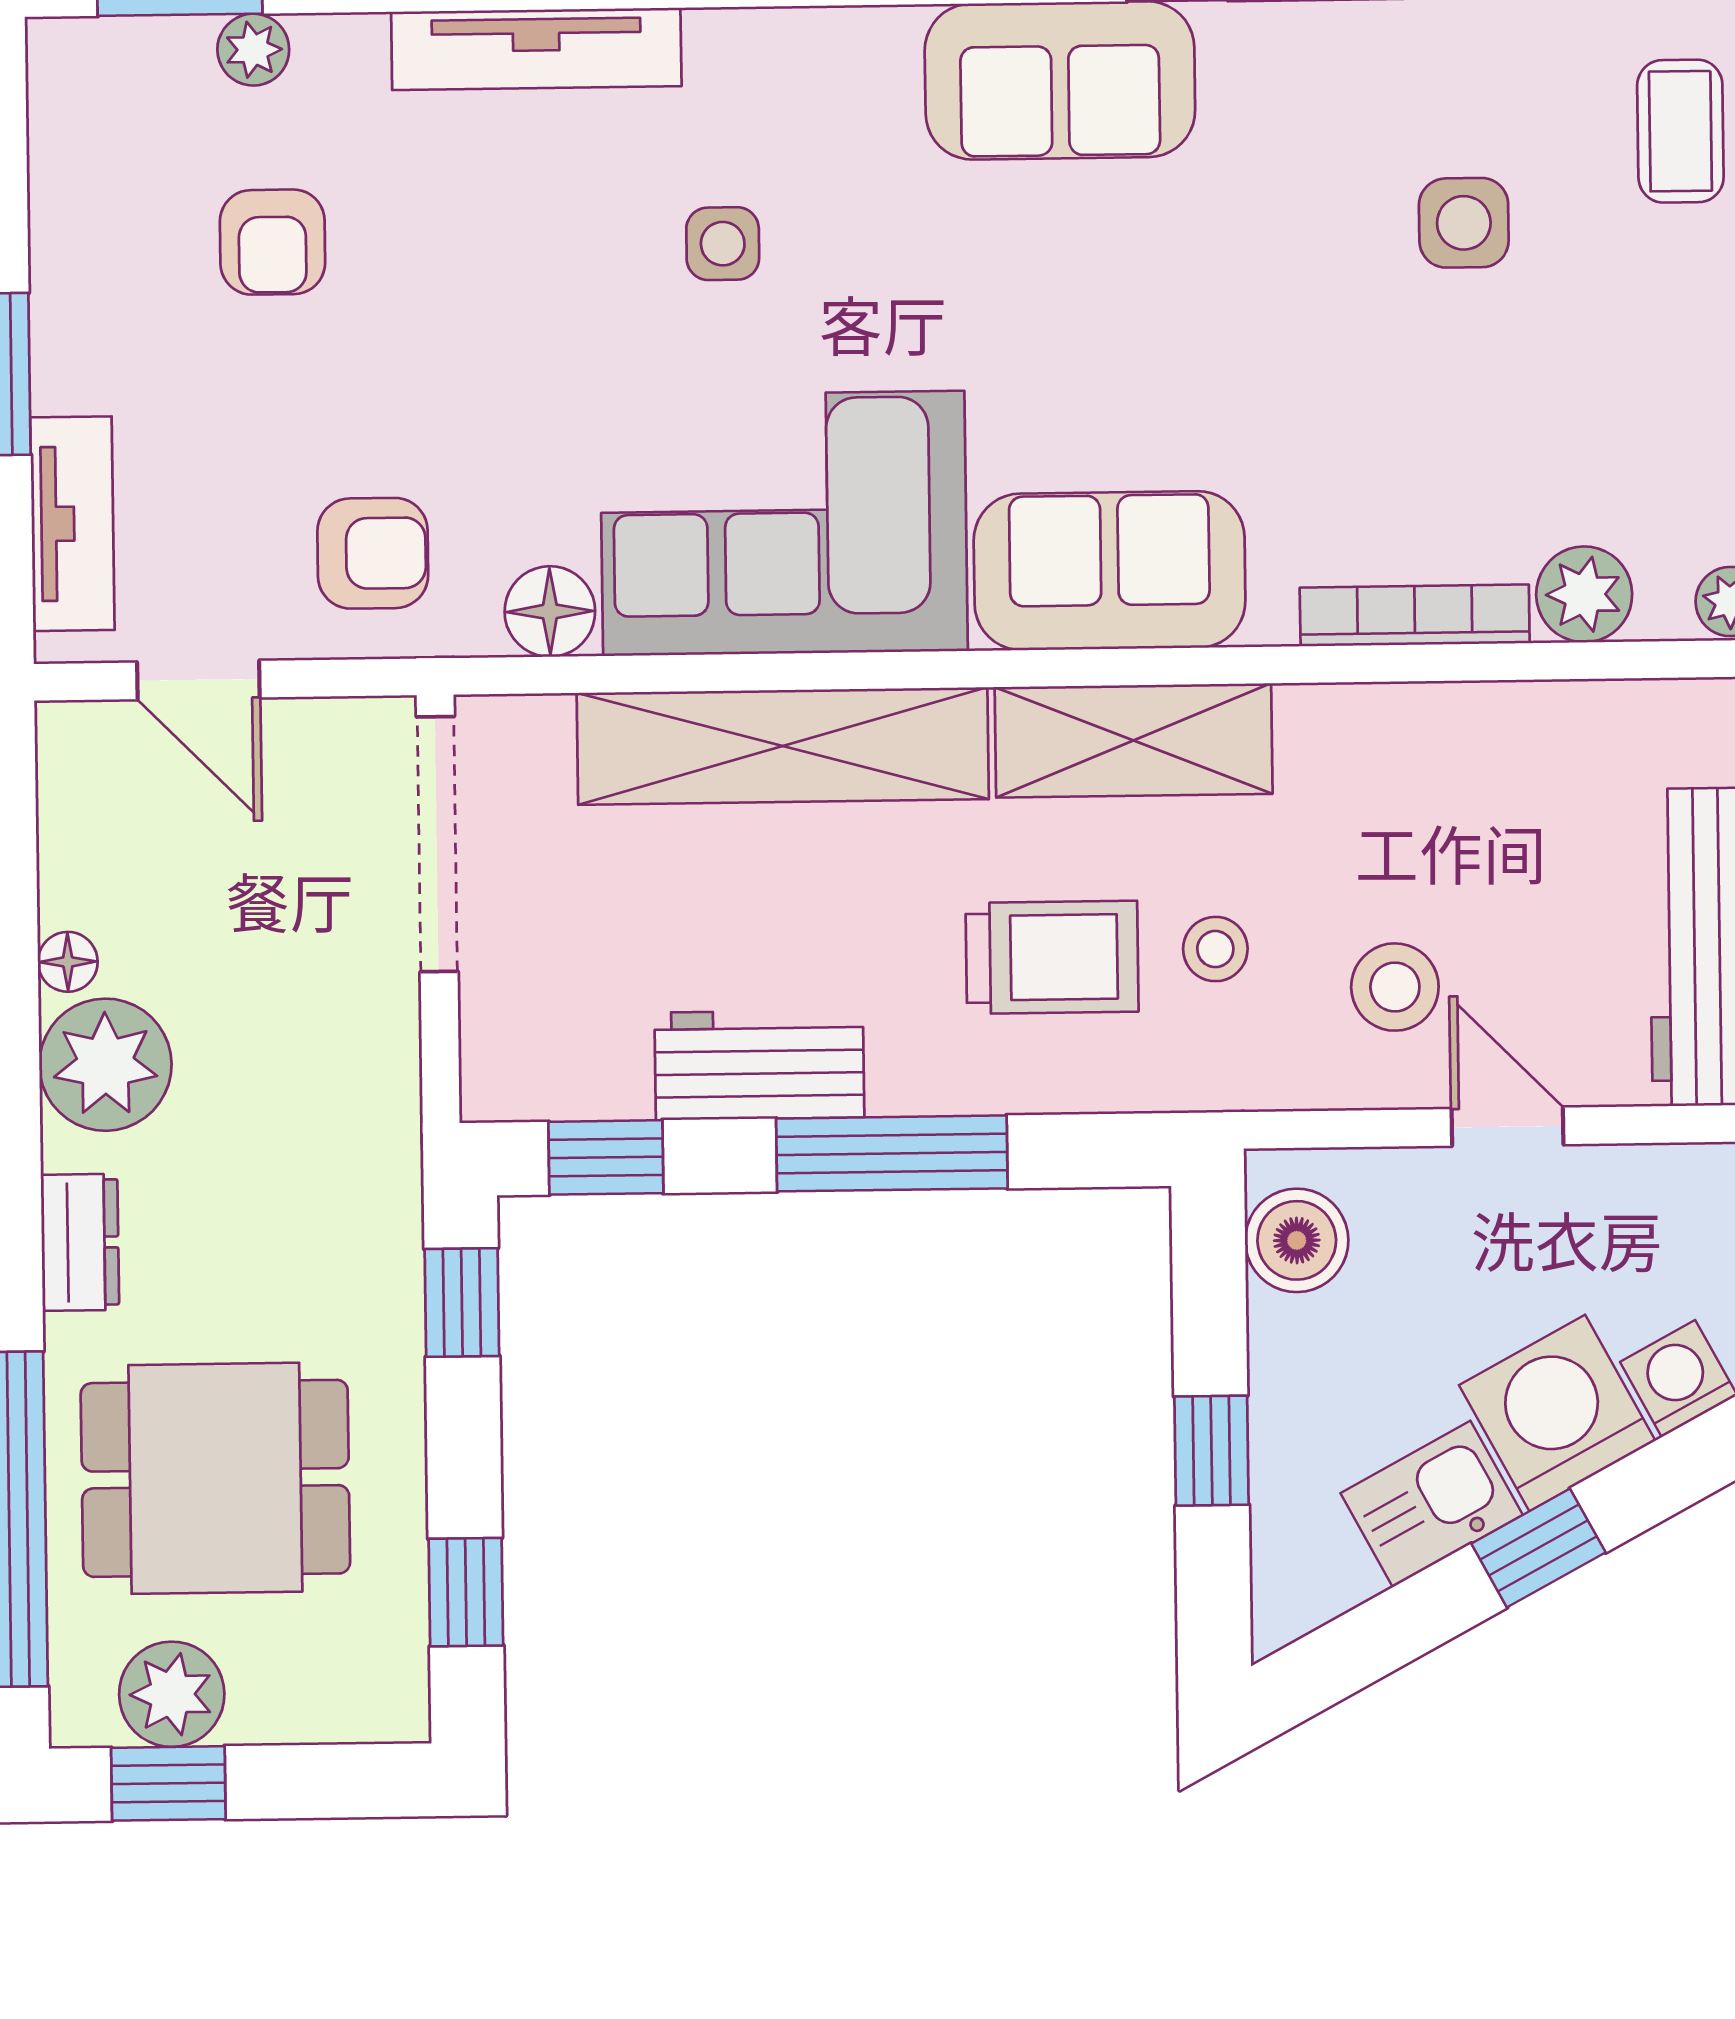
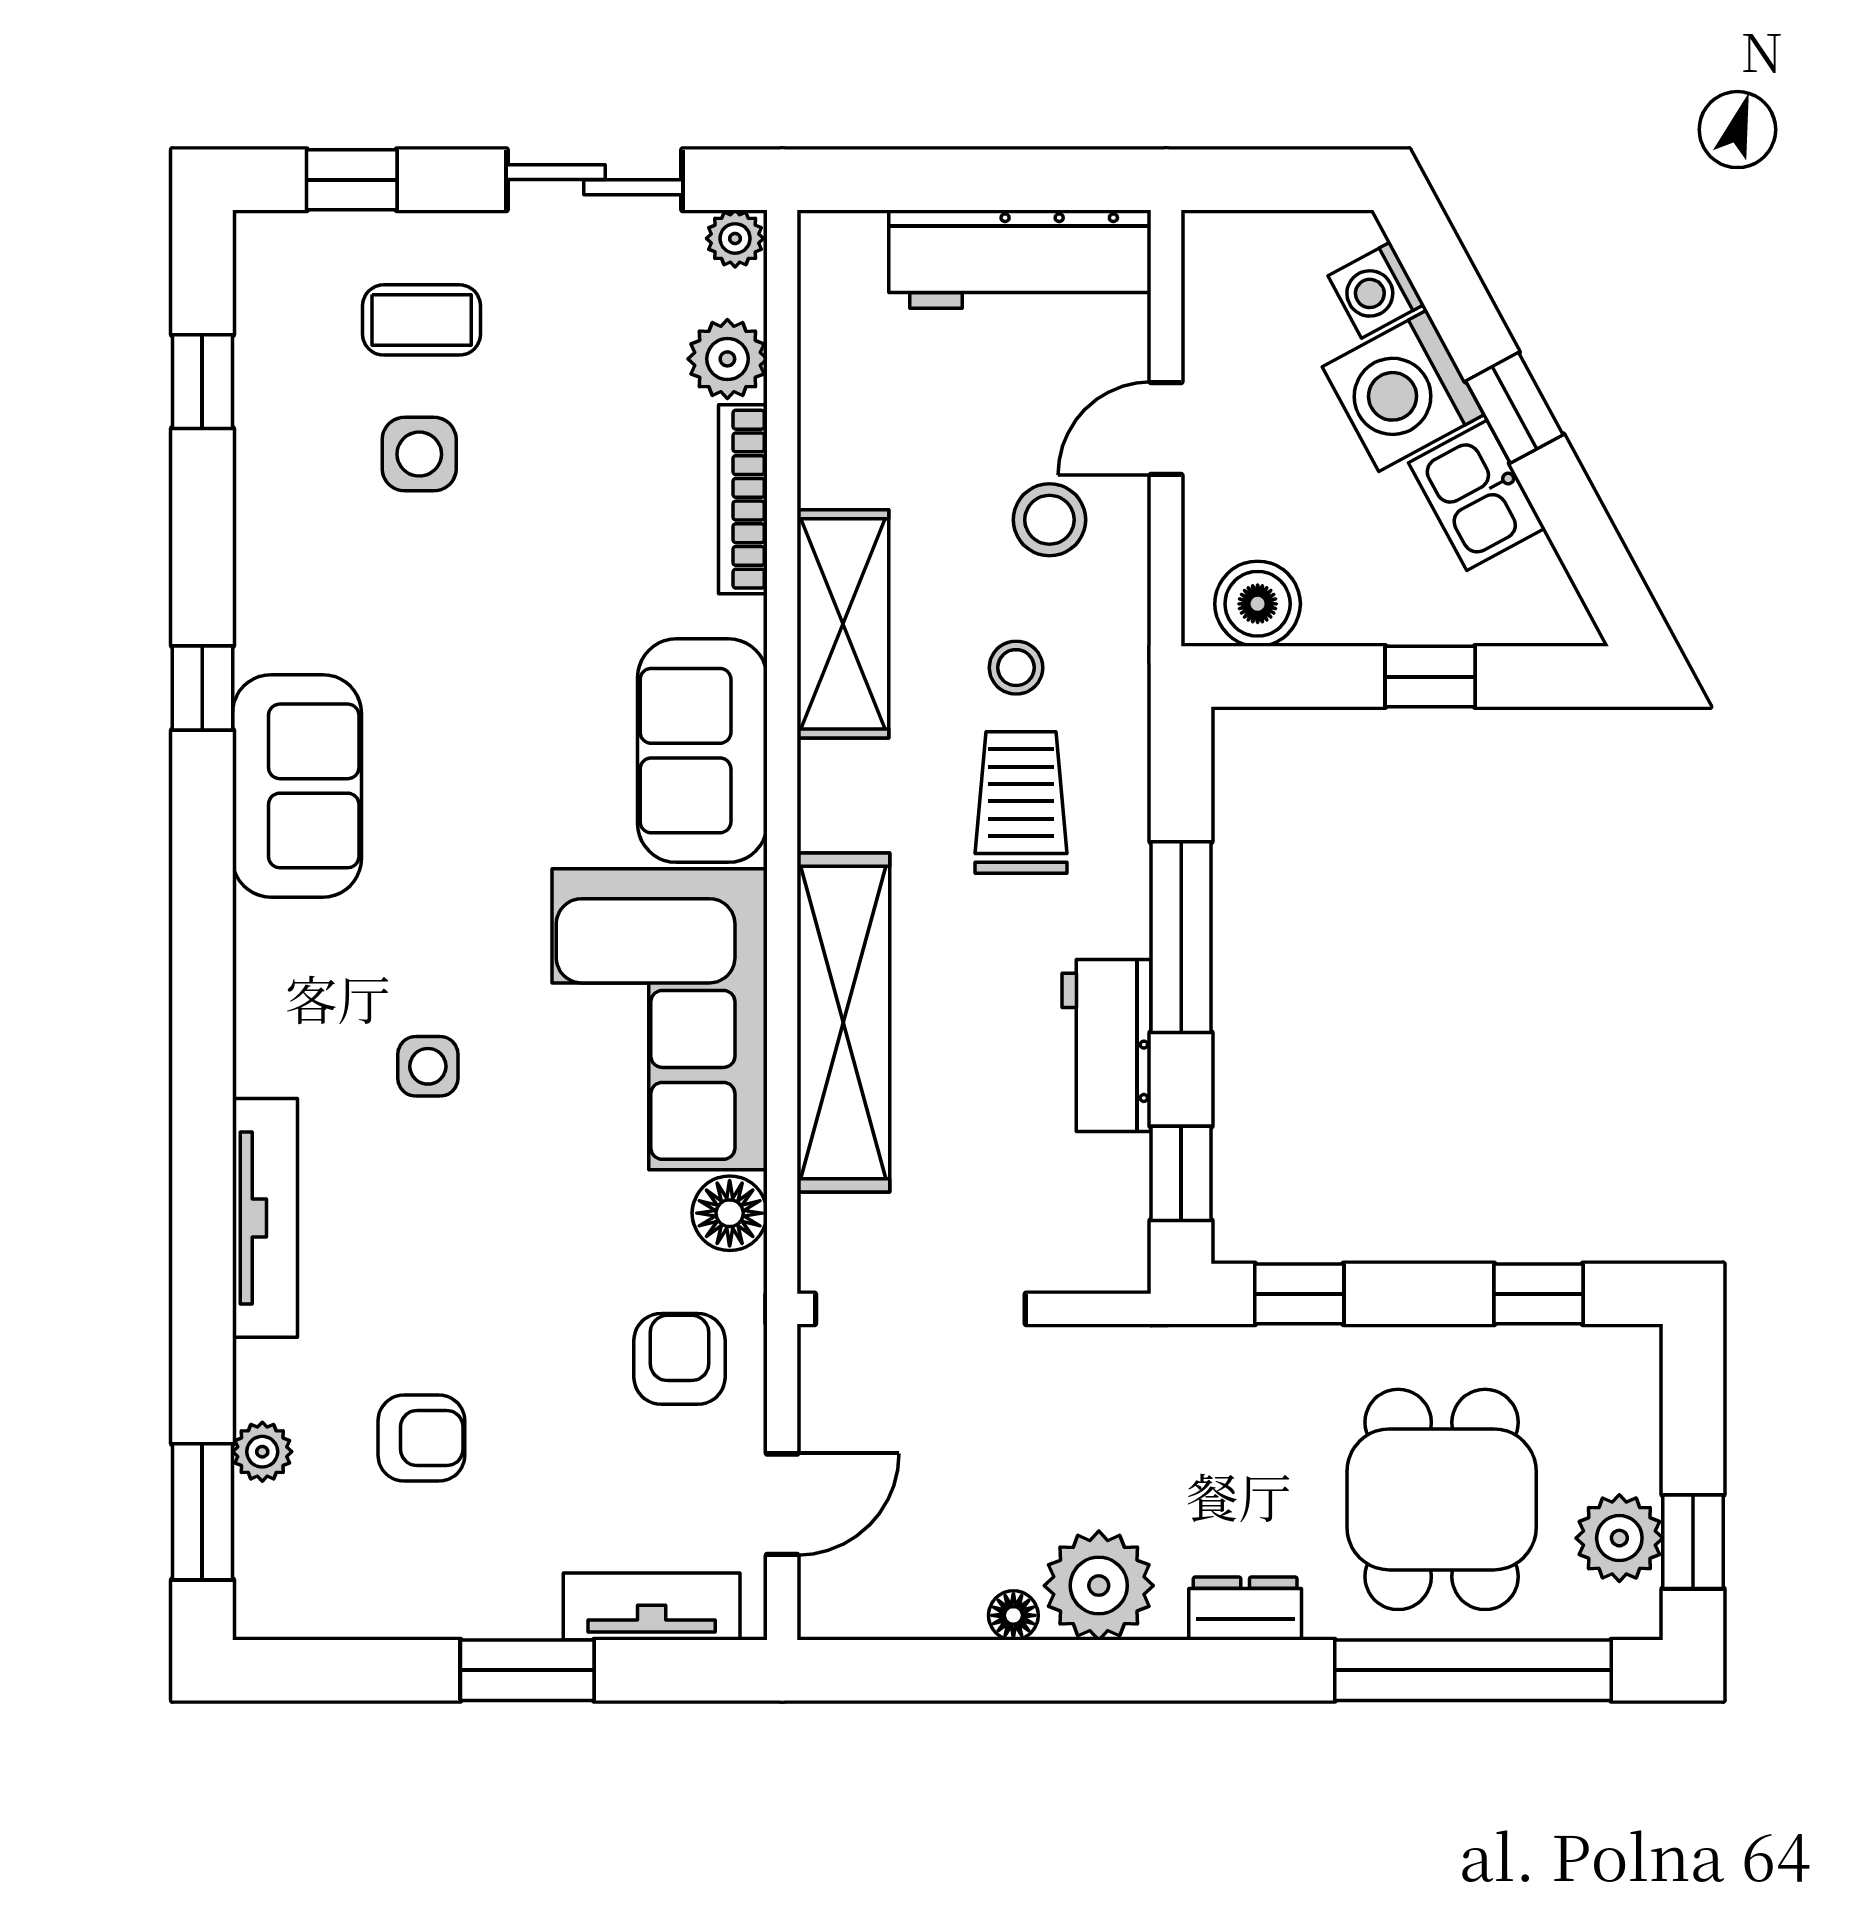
coffee table: (1680, 131) -> (422, 320), moved
shelving: (1134, 740) -> (843, 624), moved

